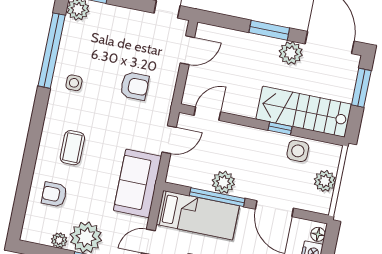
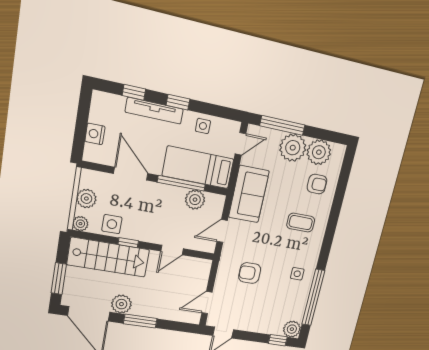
door: (207, 114) -> (172, 250), moved
coffee table: (72, 148) -> (301, 223), turned 90
plant: (333, 152) -> (80, 224), added
plant: (223, 182) -> (195, 200), moved
floor lamp: (318, 234) -> (90, 151), removed
plant: (59, 240) -> (319, 152), width x1.88, depth x1.88

